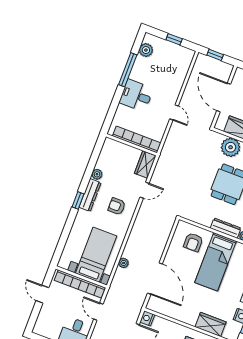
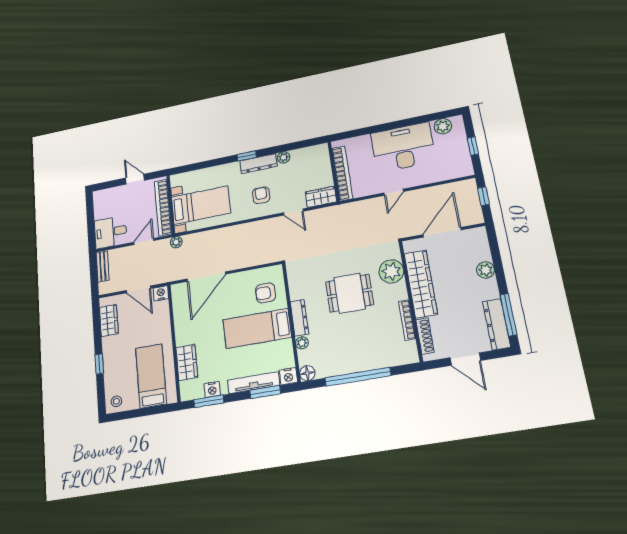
window: (128, 70) -> (410, 122), removed
desk: (136, 95) -> (403, 147), width x1.87, depth x1.30
plant: (124, 263) -> (176, 242), moved
door: (42, 294) -> (135, 179), hinge flipped

